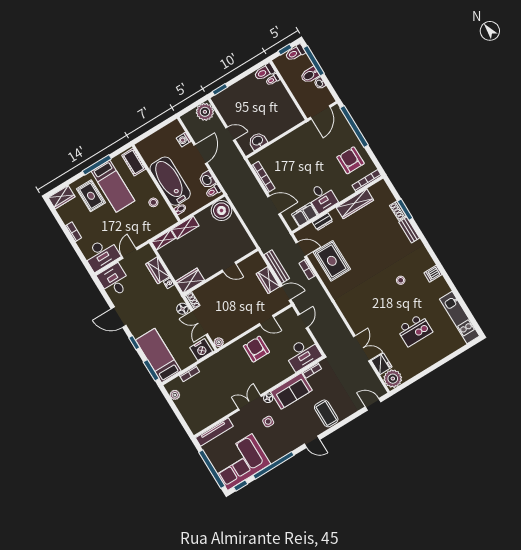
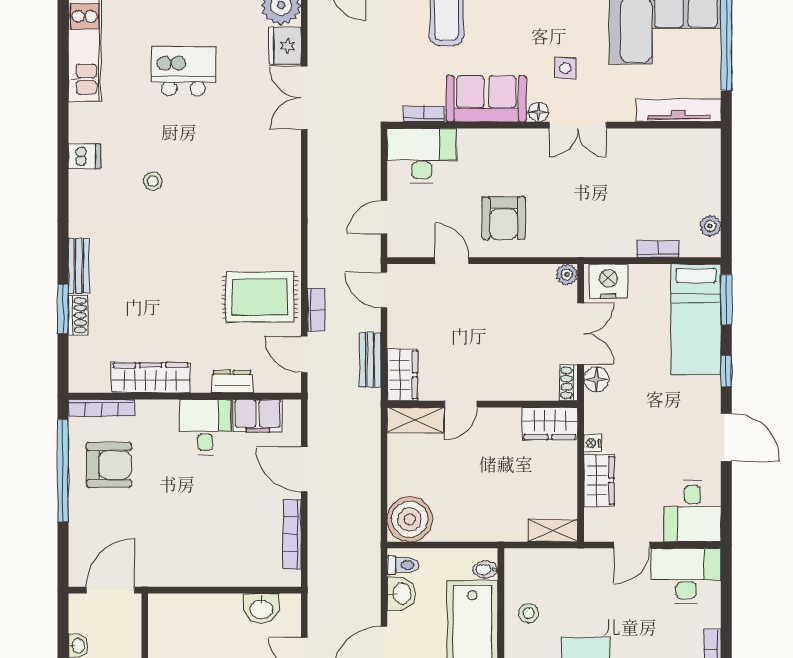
window: (354, 126) -> (63, 471), moved
armchair: (350, 160) -> (109, 465), turned -90
shelving: (185, 228) -> (415, 420), moved
rug: (332, 261) -> (260, 297), turned 90
door: (229, 267) -> (461, 404), swing flipped
bench: (277, 267) -> (370, 360), width x0.73
wardrobe: (268, 280) -> (402, 375), moved

